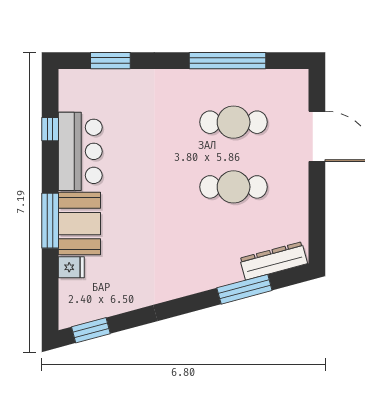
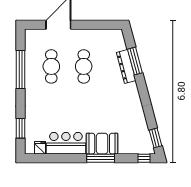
window: (50, 129) -> (144, 158), moved
dresser: (274, 261) -> (126, 66), moved
fridge: (71, 267) -> (40, 148), moved

